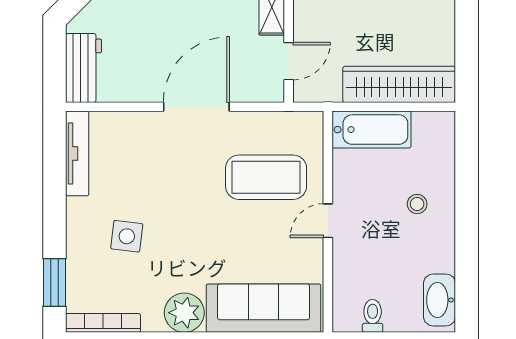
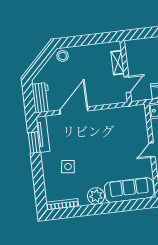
door: (196, 107) -> (74, 110), moved
coffee table: (266, 177) -> (124, 135), removed
window: (55, 282) -> (34, 143), moved

